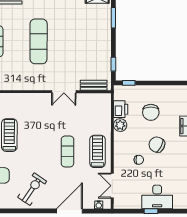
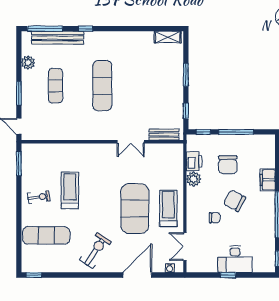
window: (113, 18) -> (186, 75), moved
window: (158, 83) -> (236, 132), added
exercise mat: (67, 151) -> (135, 209), width x2.00, depth x1.45

